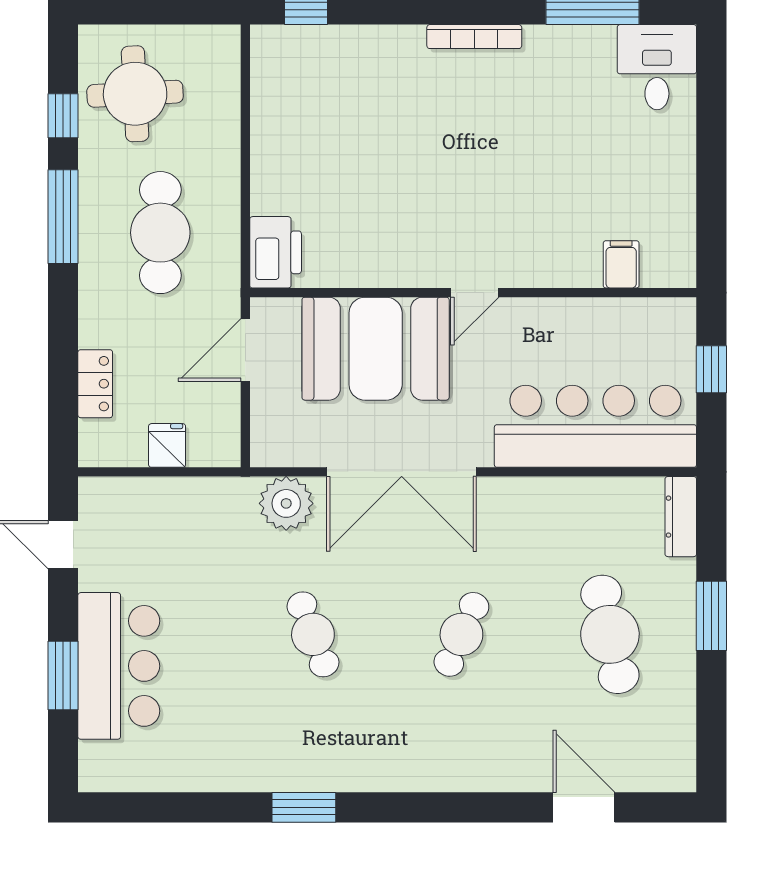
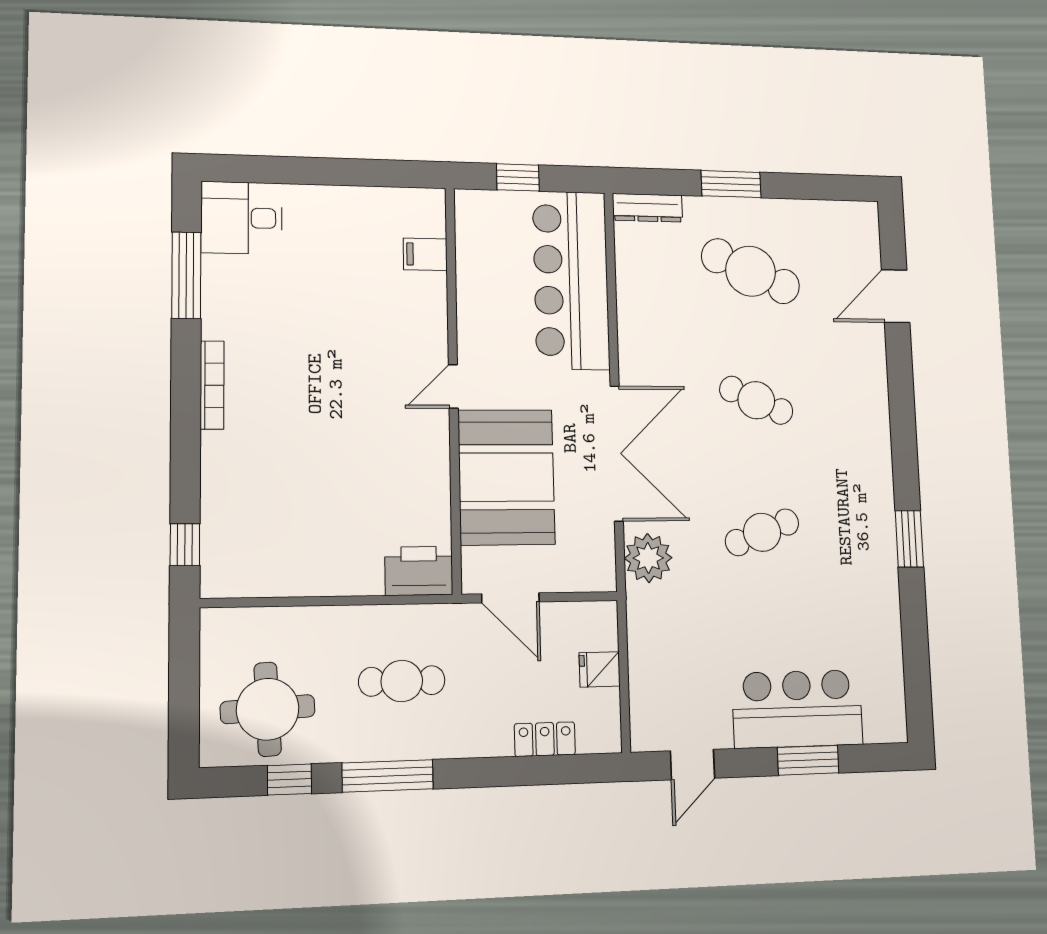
cafe table: (160, 233) -> (402, 681), width x0.73, depth x0.74
door: (475, 293) -> (453, 386), swing flipped
cafe table: (610, 634) -> (751, 271), turned 36

